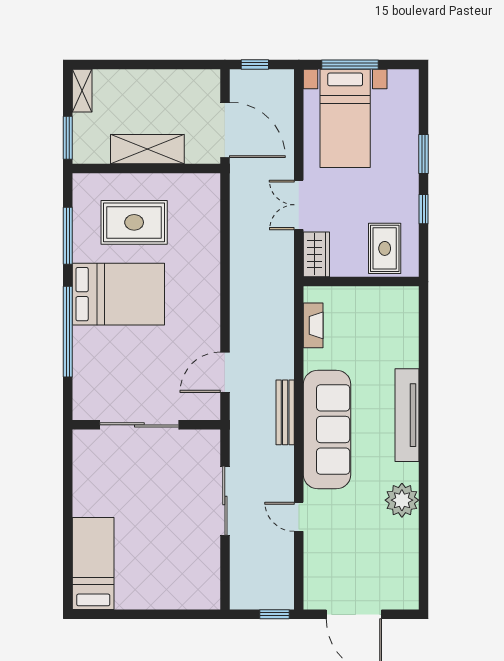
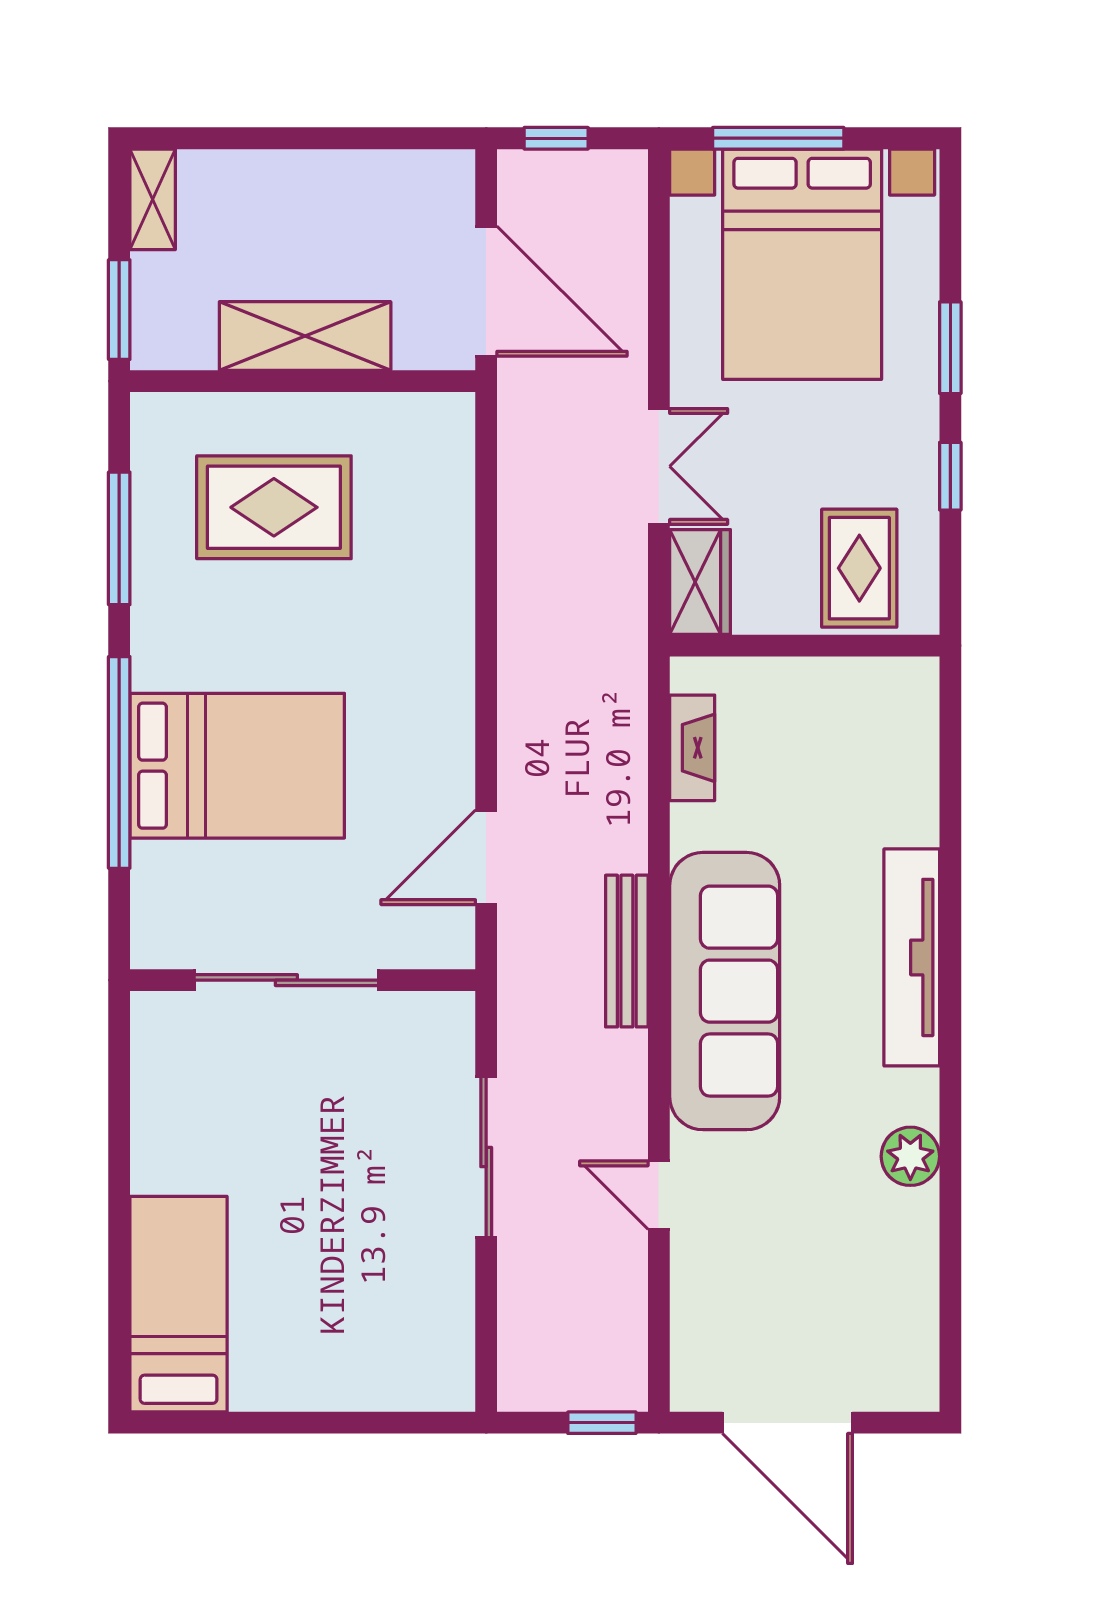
bed with nightstands: (345, 118) -> (802, 264), width x1.36
double door: (299, 205) -> (659, 466), swing flipped
bed: (118, 294) -> (237, 766), moved
plant: (402, 500) -> (910, 1156), width x0.73, depth x0.73

